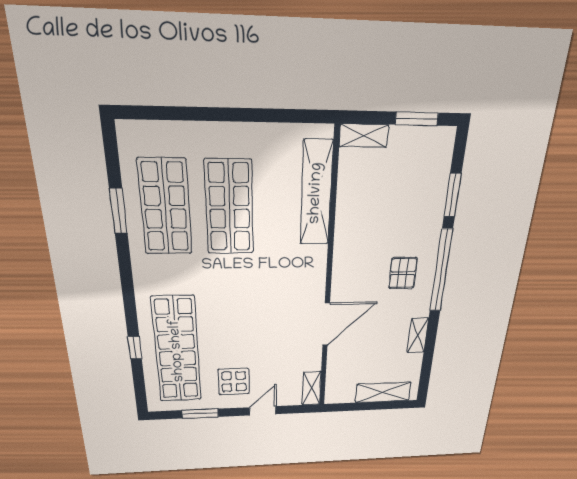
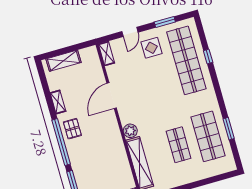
shop shelf: (229, 207) -> (179, 145), width x0.70, depth x0.74
plant: (314, 258) -> (130, 131), added
pallet: (403, 273) -> (72, 129), moved

